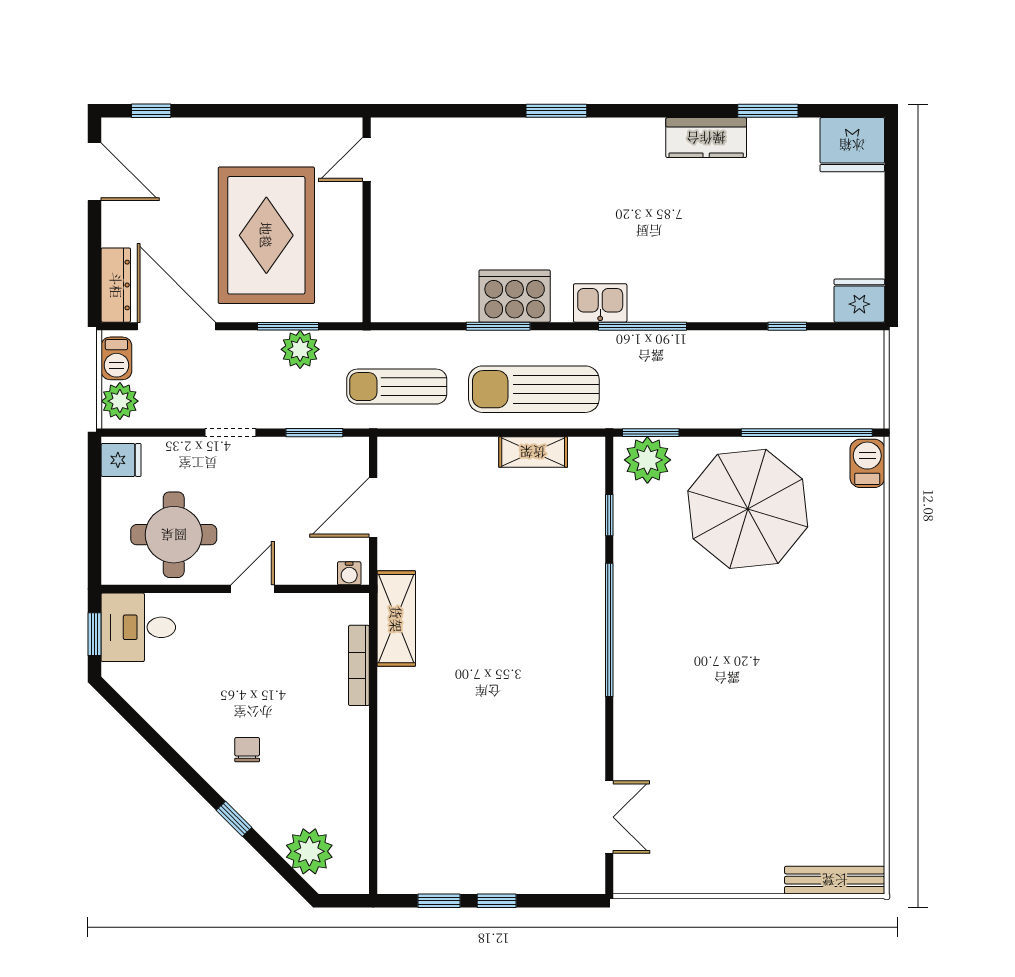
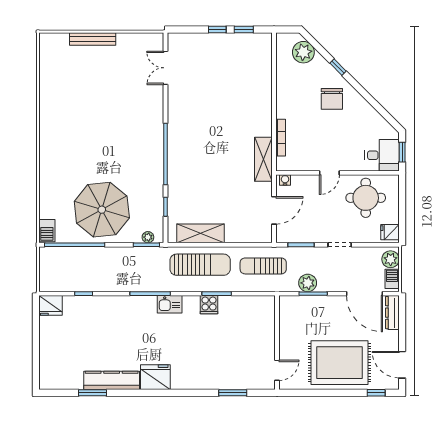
window: (556, 111) -> (233, 393), moved
kitchen counter: (706, 138) -> (112, 380), width x1.50
fridge: (852, 145) -> (155, 377), moved
rug: (266, 235) -> (340, 363), moved, turned 90
cooker: (515, 296) -> (209, 305), width x0.53, depth x0.76
sun lounger: (397, 387) -> (263, 266), turned 180
shelving: (533, 452) -> (200, 233), width x1.50, depth x1.33
plant: (647, 460) -> (148, 237), width x0.53, depth x0.53
chair: (247, 750) -> (332, 99), width x1.87, depth x1.87
bench: (835, 880) -> (93, 39), moved

